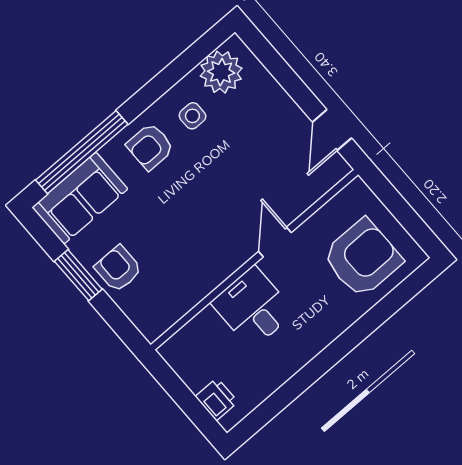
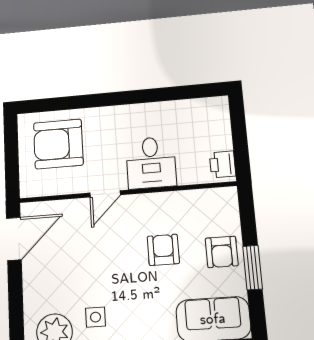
door: (332, 130) -> (14, 239), width x1.38
armchair: (150, 147) -> (163, 250), moved, turned -90
printer: (217, 399) -> (223, 164), moved

